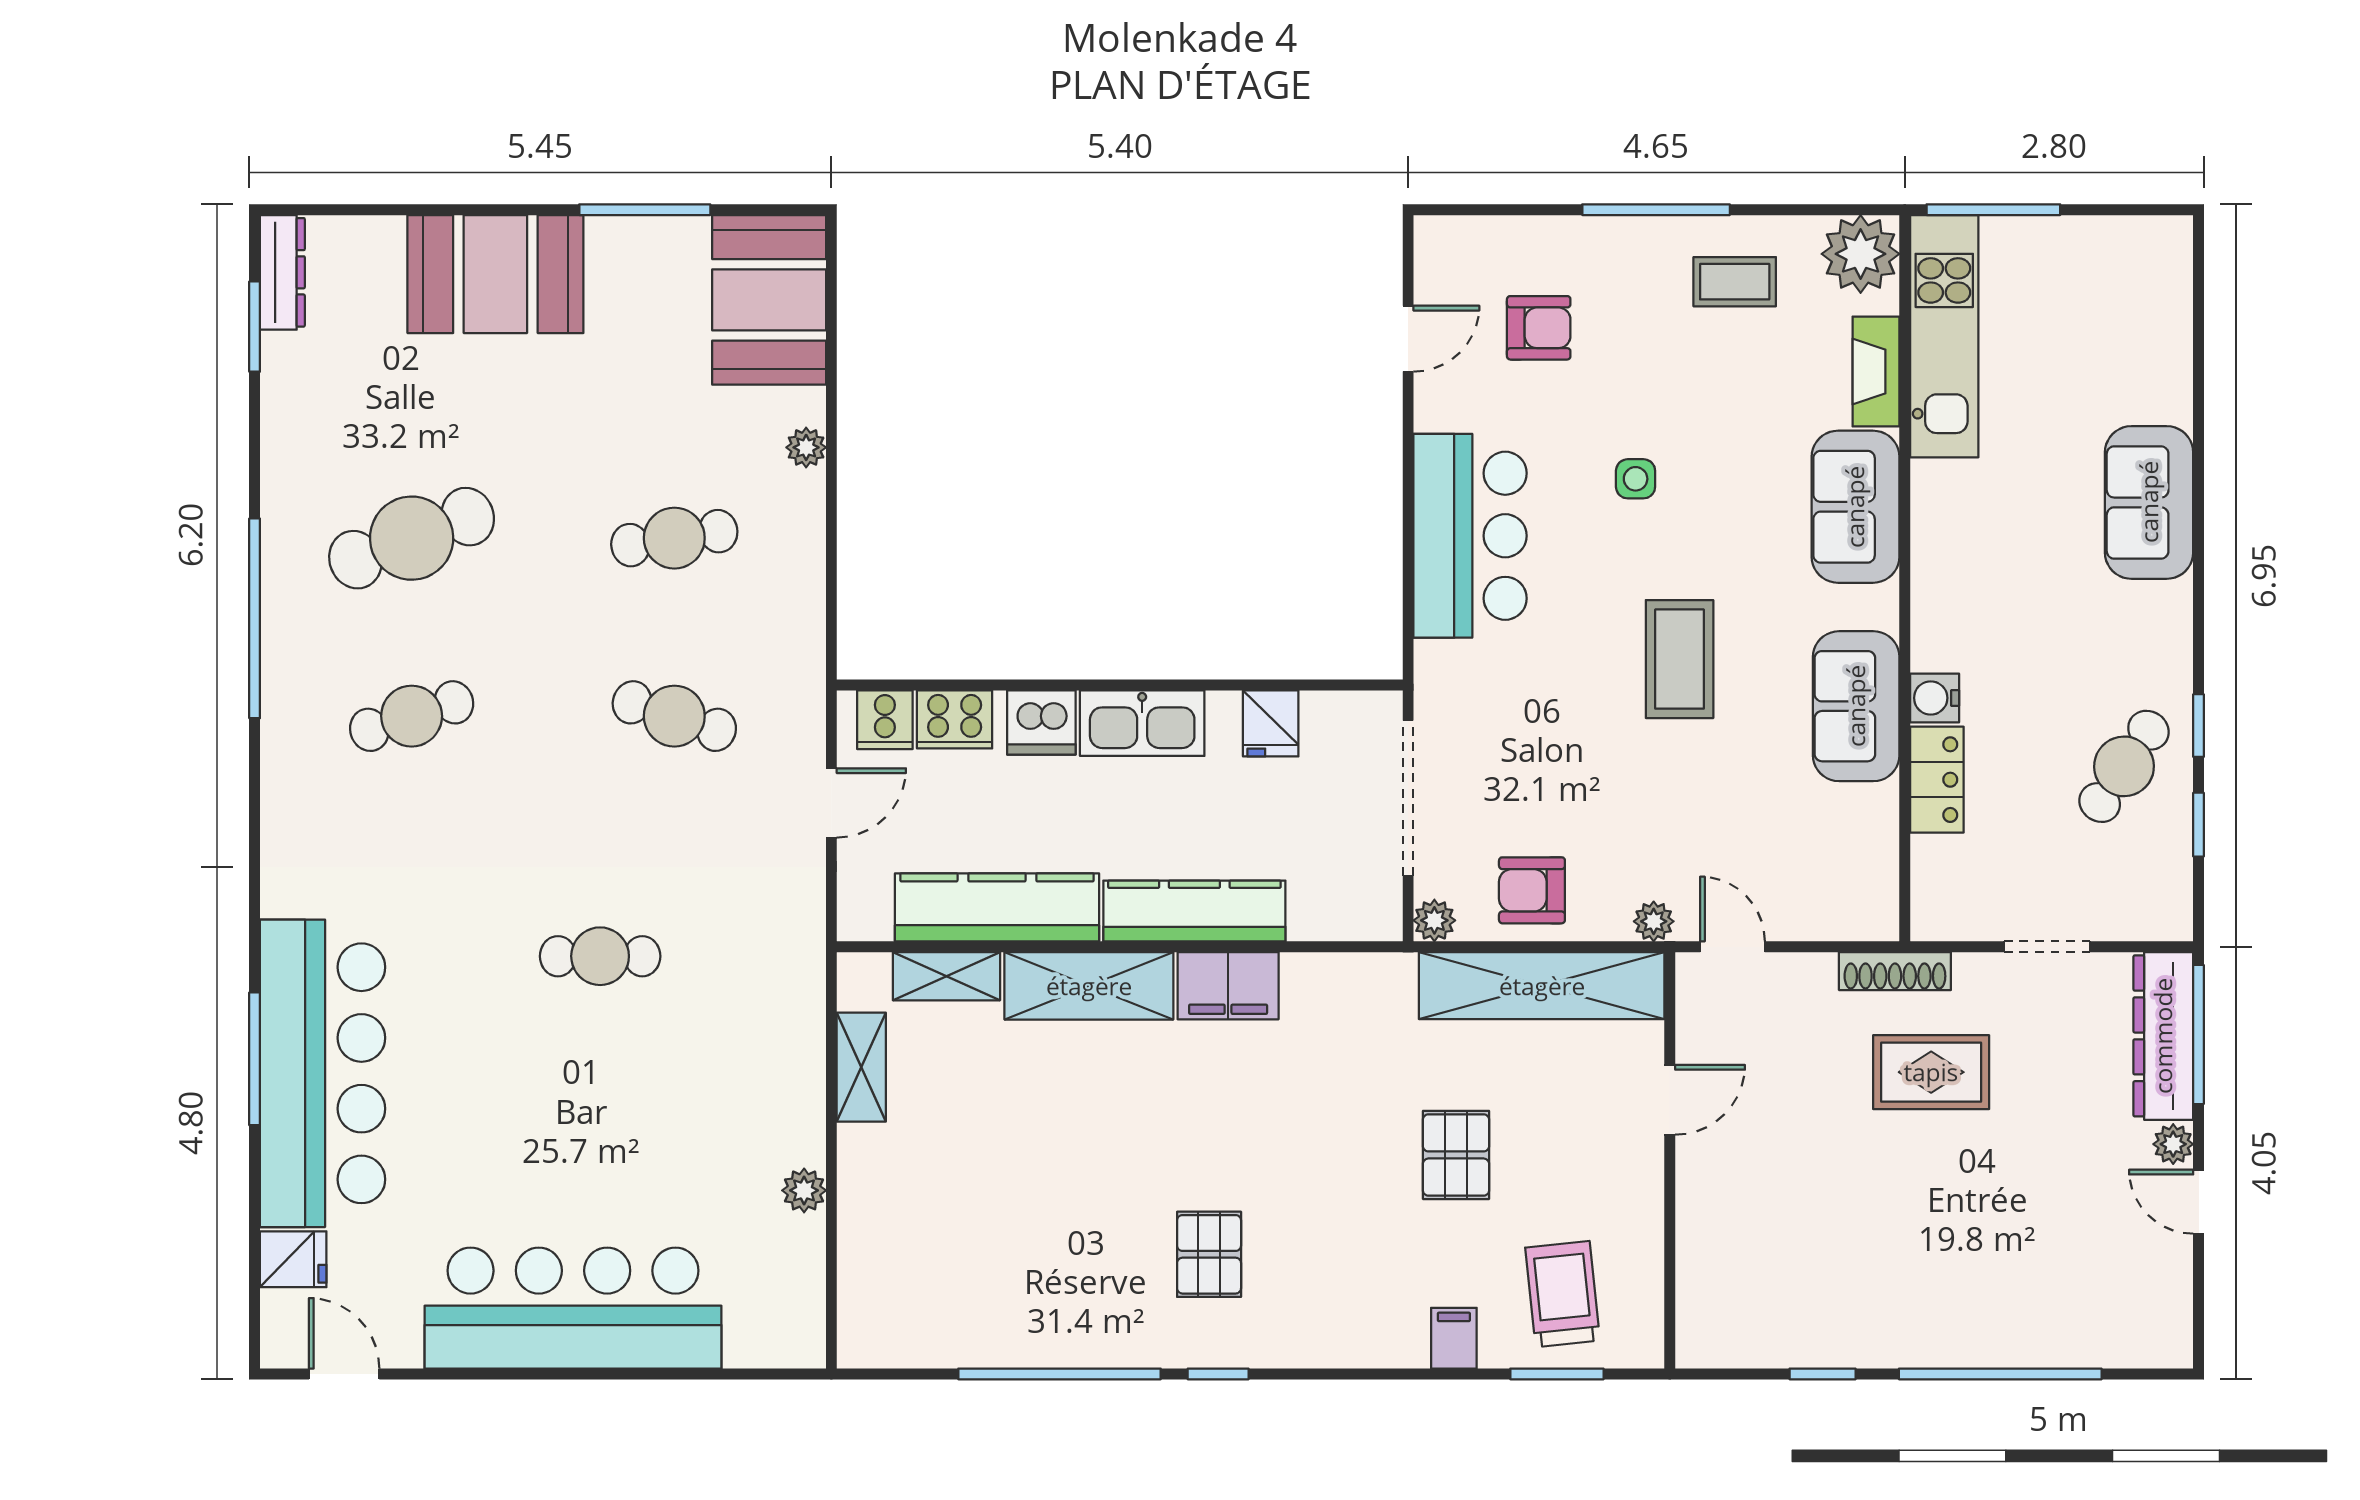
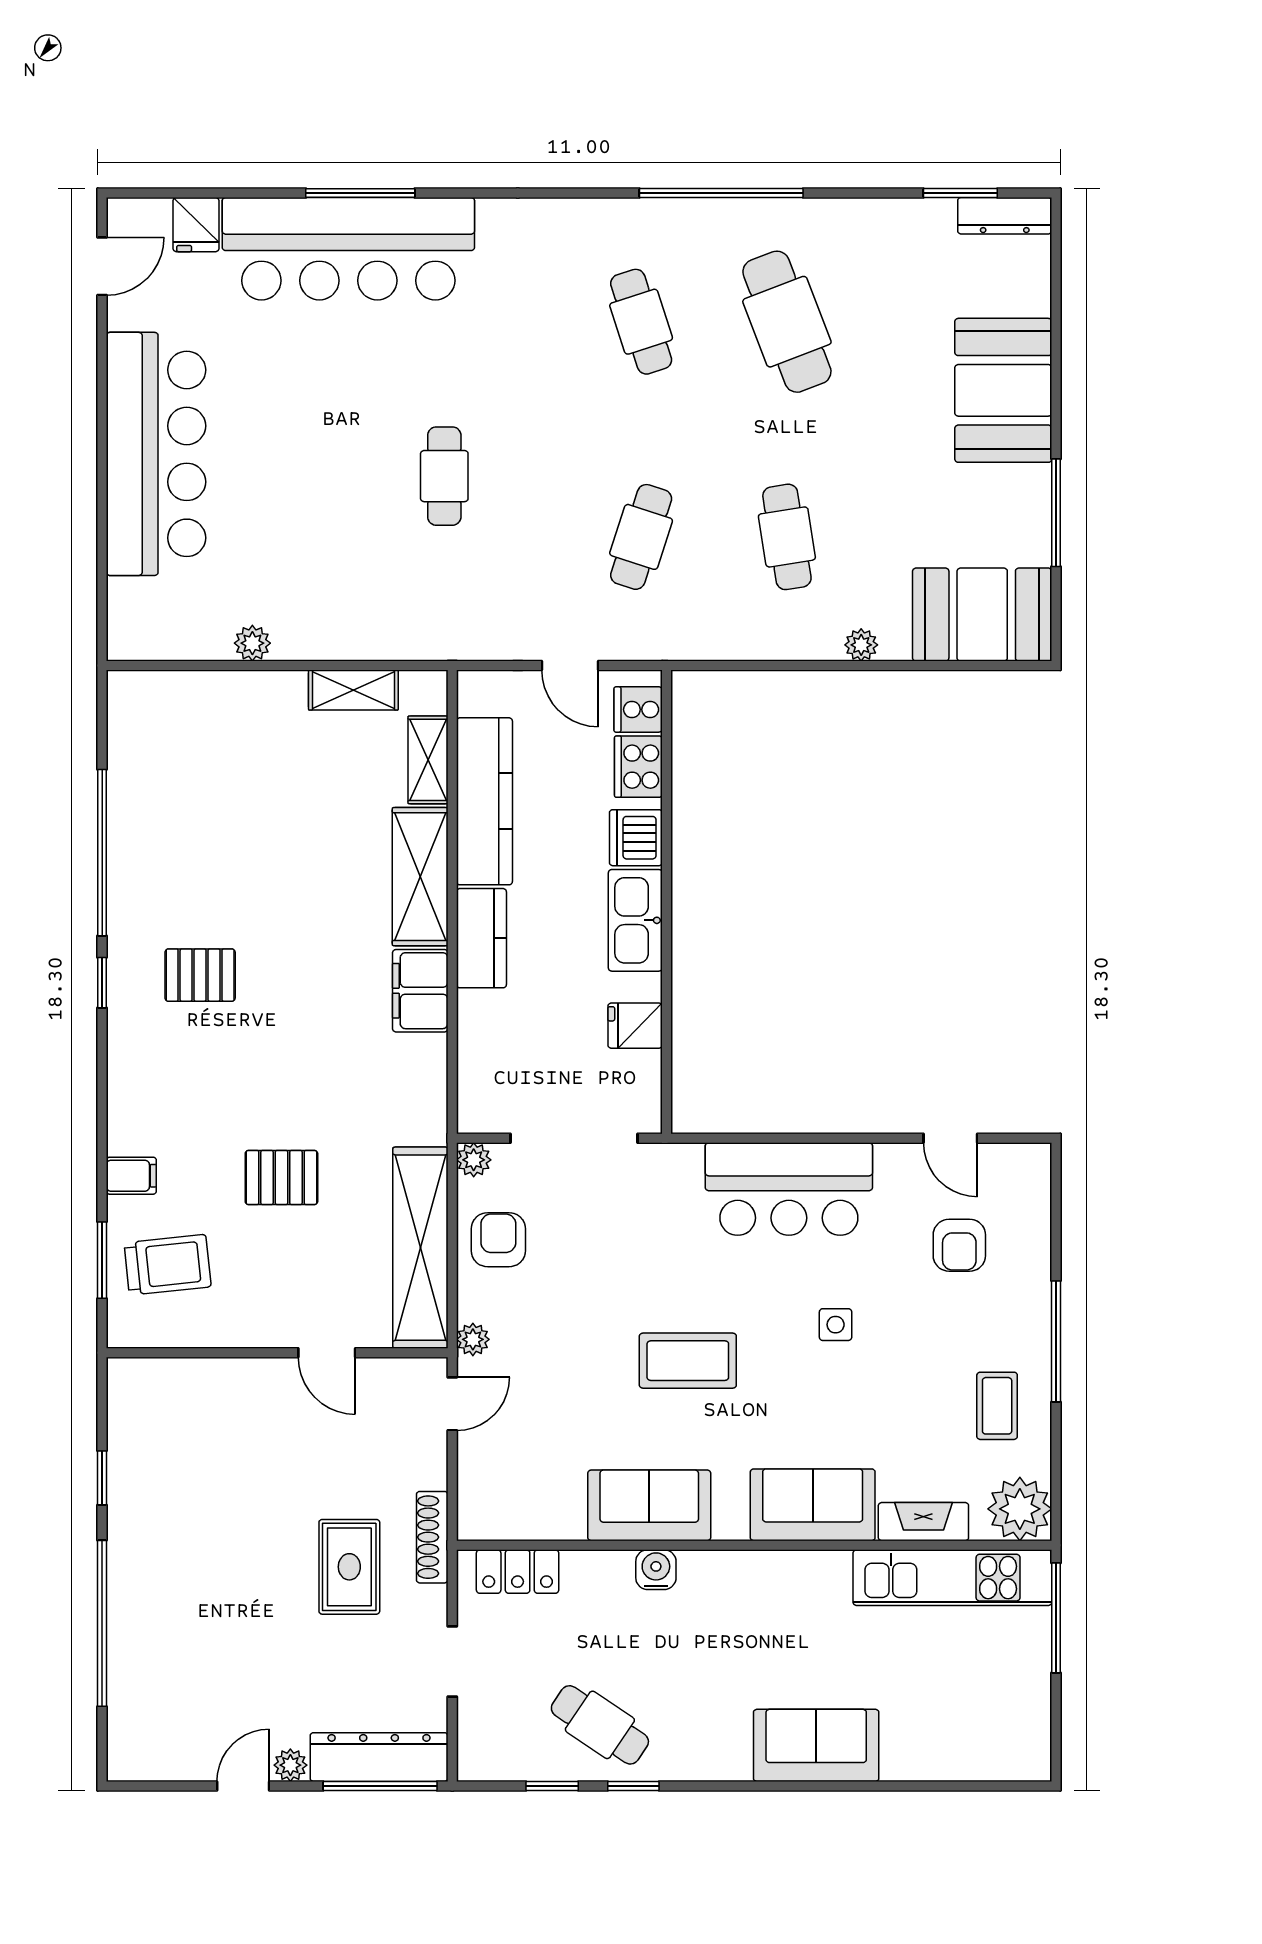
locker: (1937, 780) -> (518, 1572), moved
kitchen counter: (1194, 911) -> (481, 938), width x0.67

